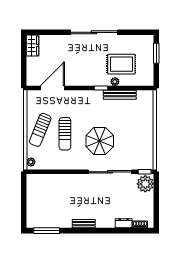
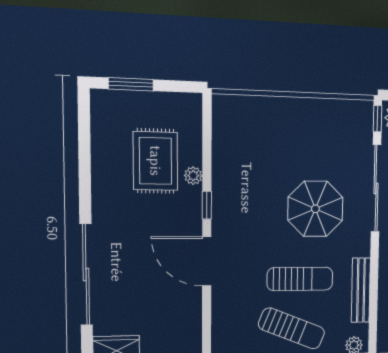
sliding door: (94, 32) -> (86, 275), moved
door: (52, 88) -> (207, 261), moved
bench: (120, 95) -> (361, 290), moved

